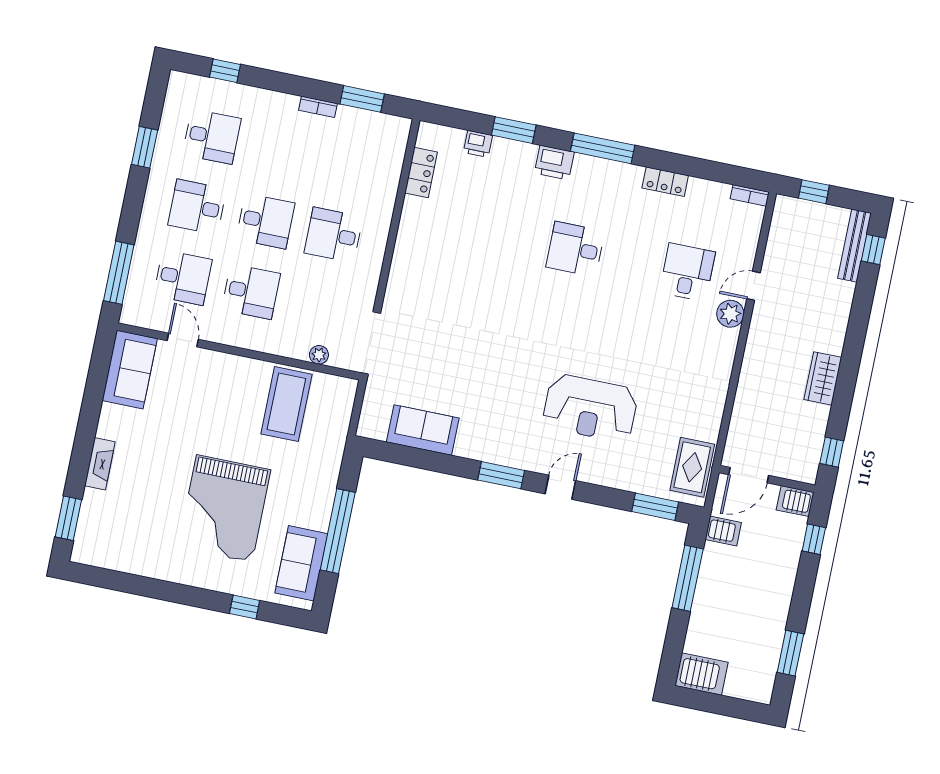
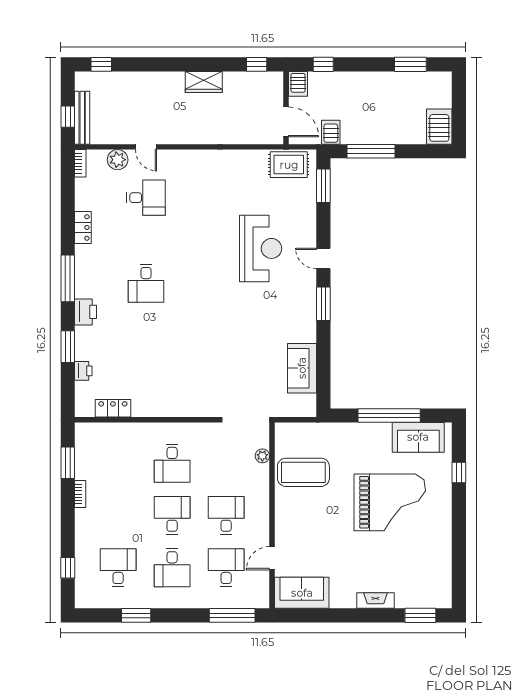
bench: (854, 246) -> (82, 118), moved, turned 90
desk: (687, 272) -> (146, 198), turned 180
plant: (730, 314) -> (118, 160), moved

